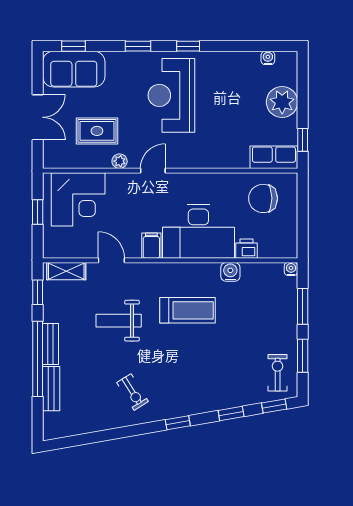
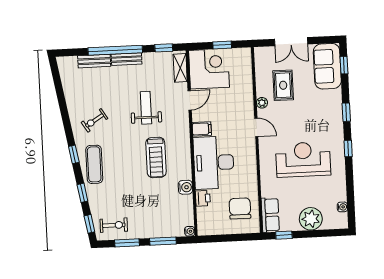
reception desk: (171, 95) -> (303, 159), moved
corner desk: (78, 199) -> (209, 69), moved, turned 180
exercise mat: (193, 395) -> (94, 164), added

